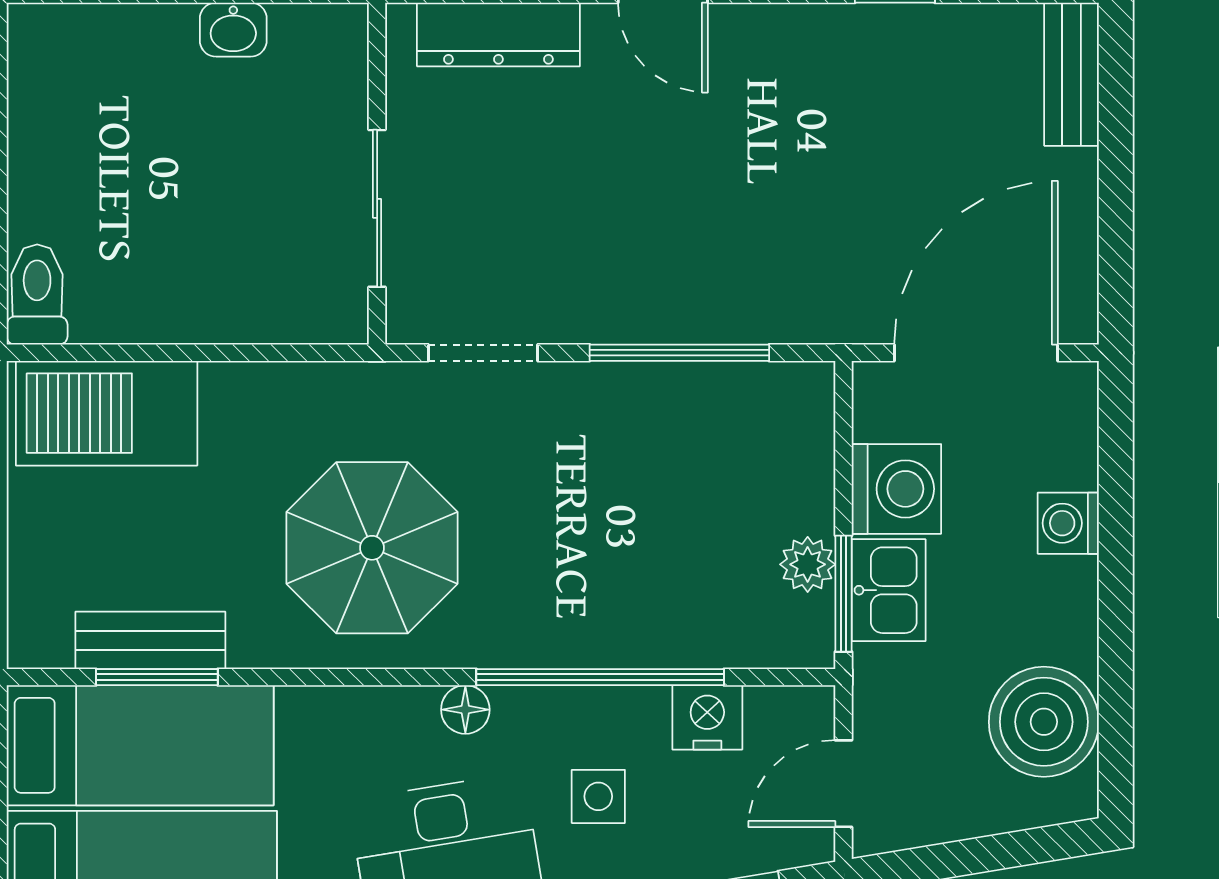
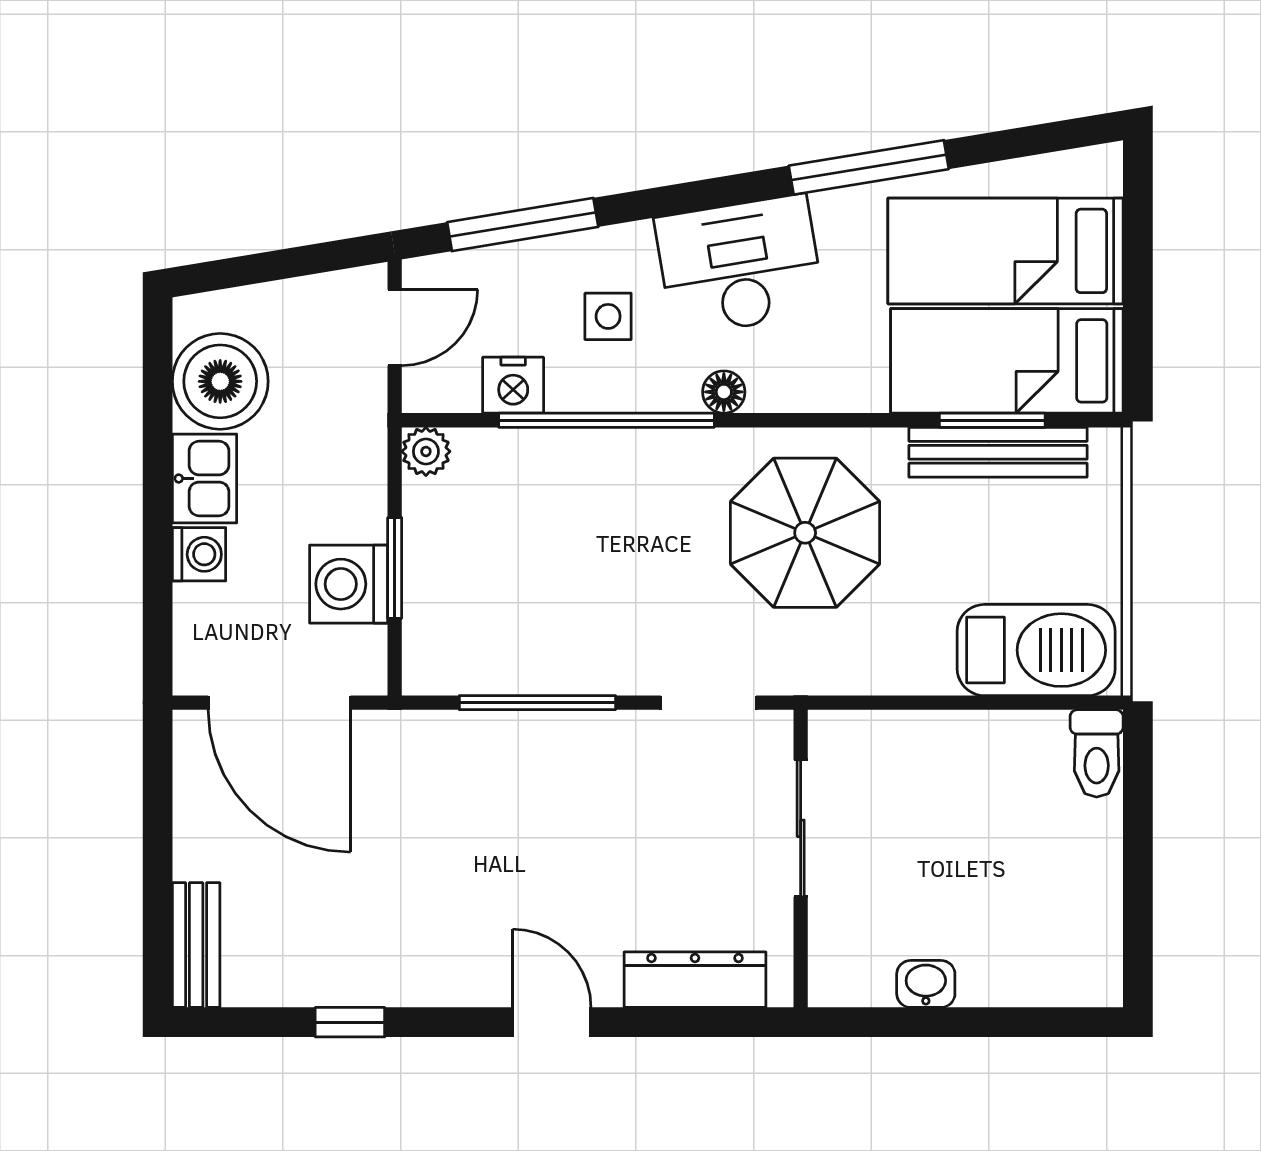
door: (976, 353) -> (279, 703), hinge flipped
plant: (808, 564) -> (426, 451), moved
kitchen sink: (889, 590) -> (204, 478), moved, turned 180
window: (843, 594) -> (395, 568), moved
bench: (150, 640) -> (998, 452), width x1.36

